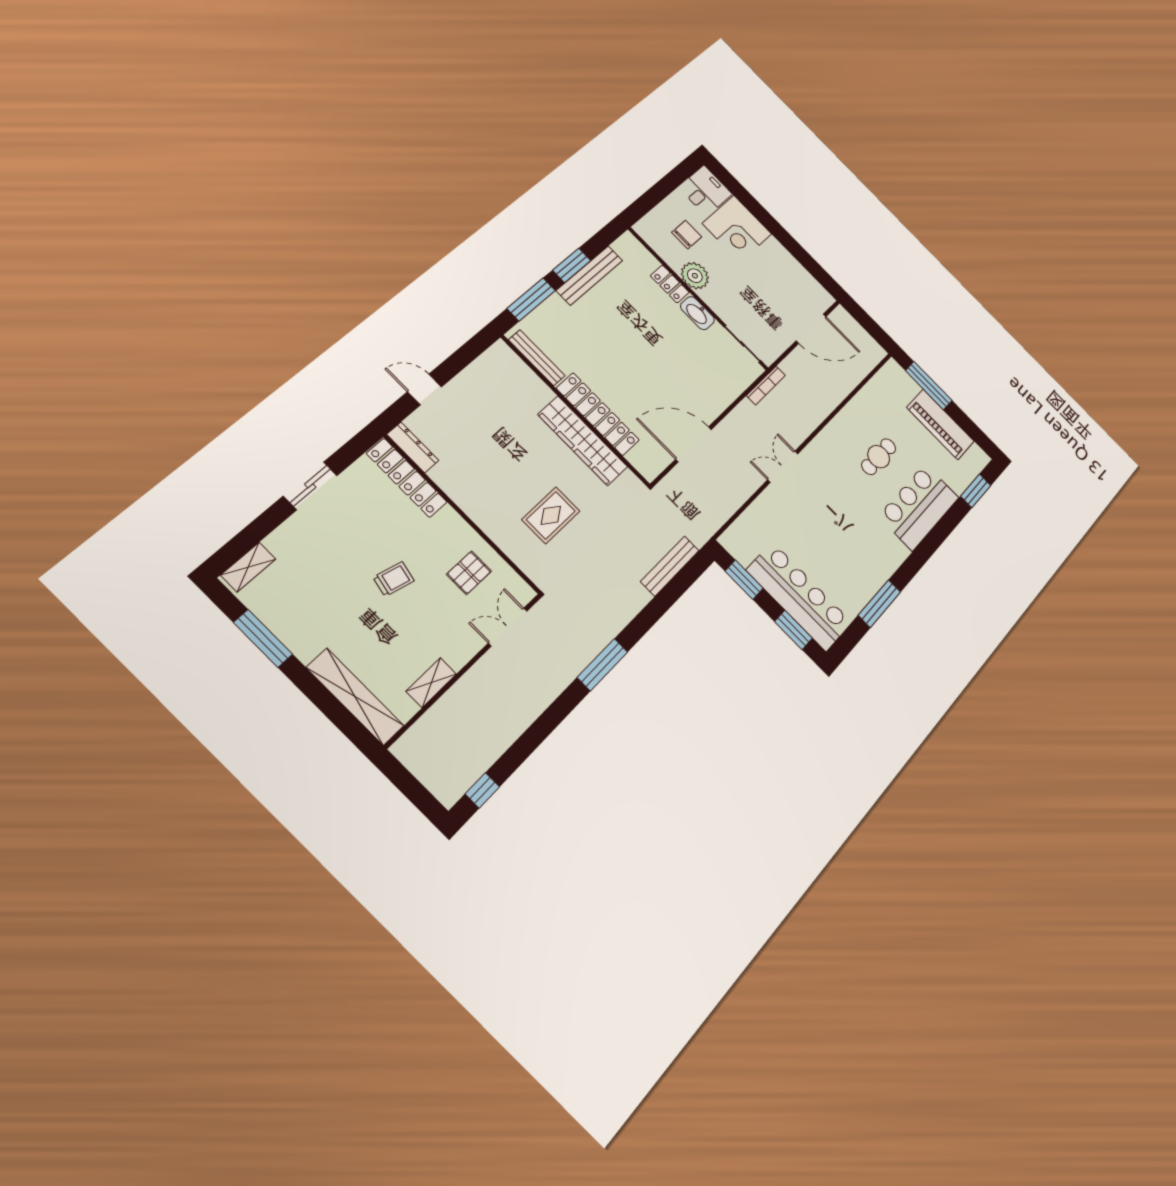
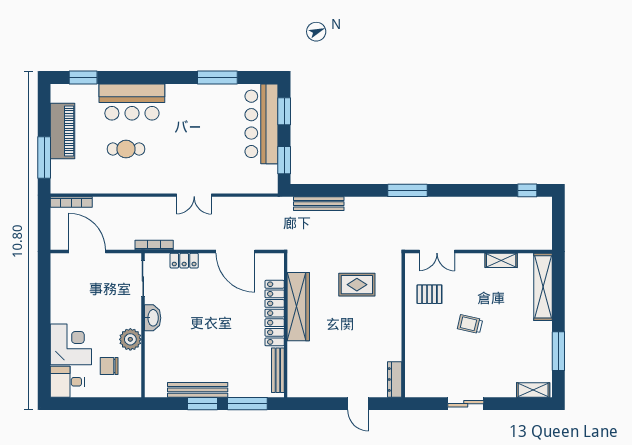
locker: (670, 284) -> (184, 261), moved, turned 90
bookcase: (869, 364) -> (71, 202), added
locker: (407, 478) -> (413, 367), removed

